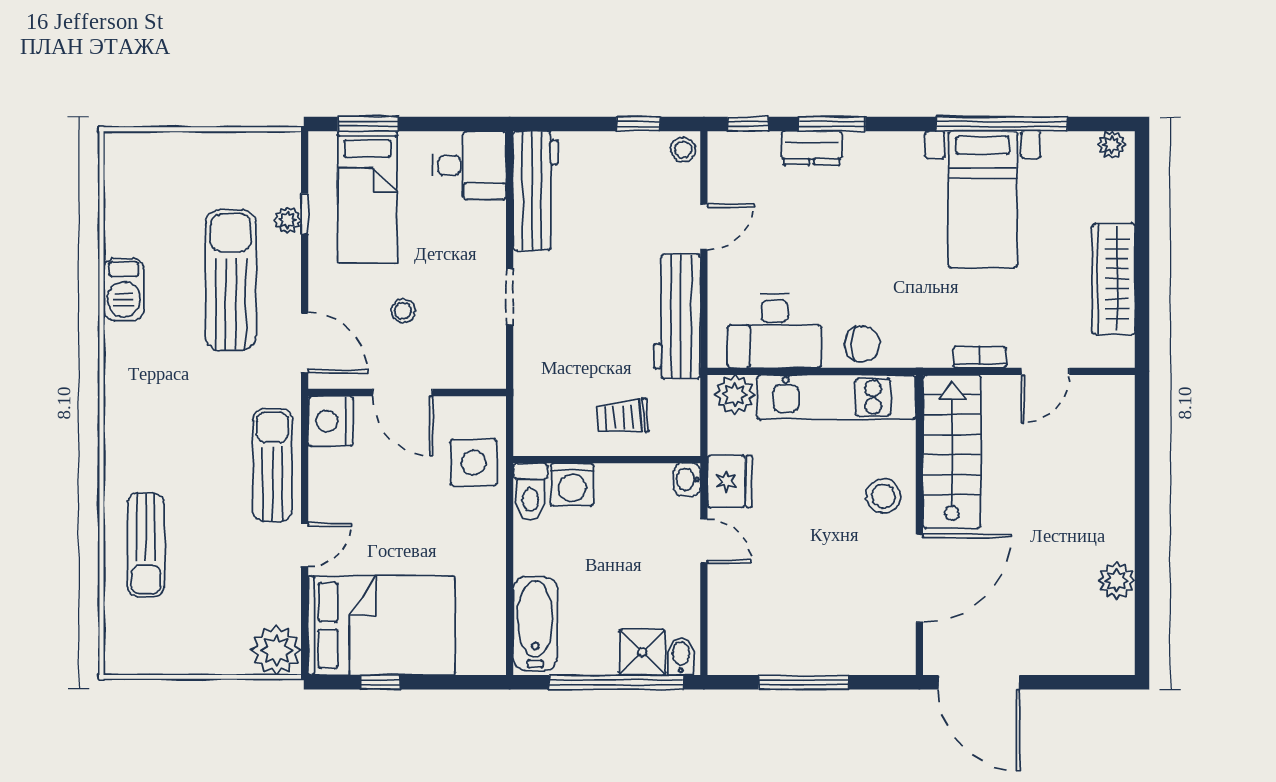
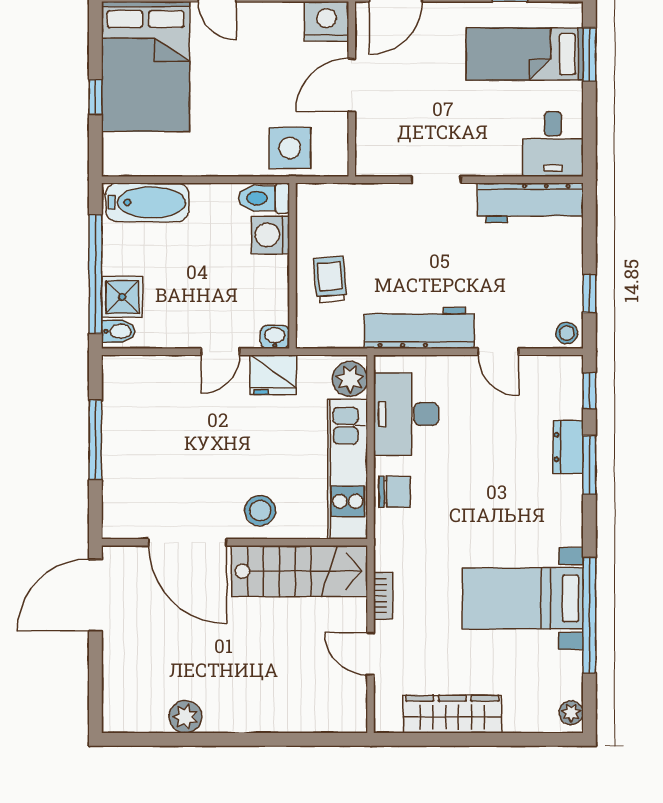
stool: (403, 311) -> (424, 85), removed
chair: (862, 344) -> (395, 492), turned -90
window: (380, 682) -> (95, 97), moved

